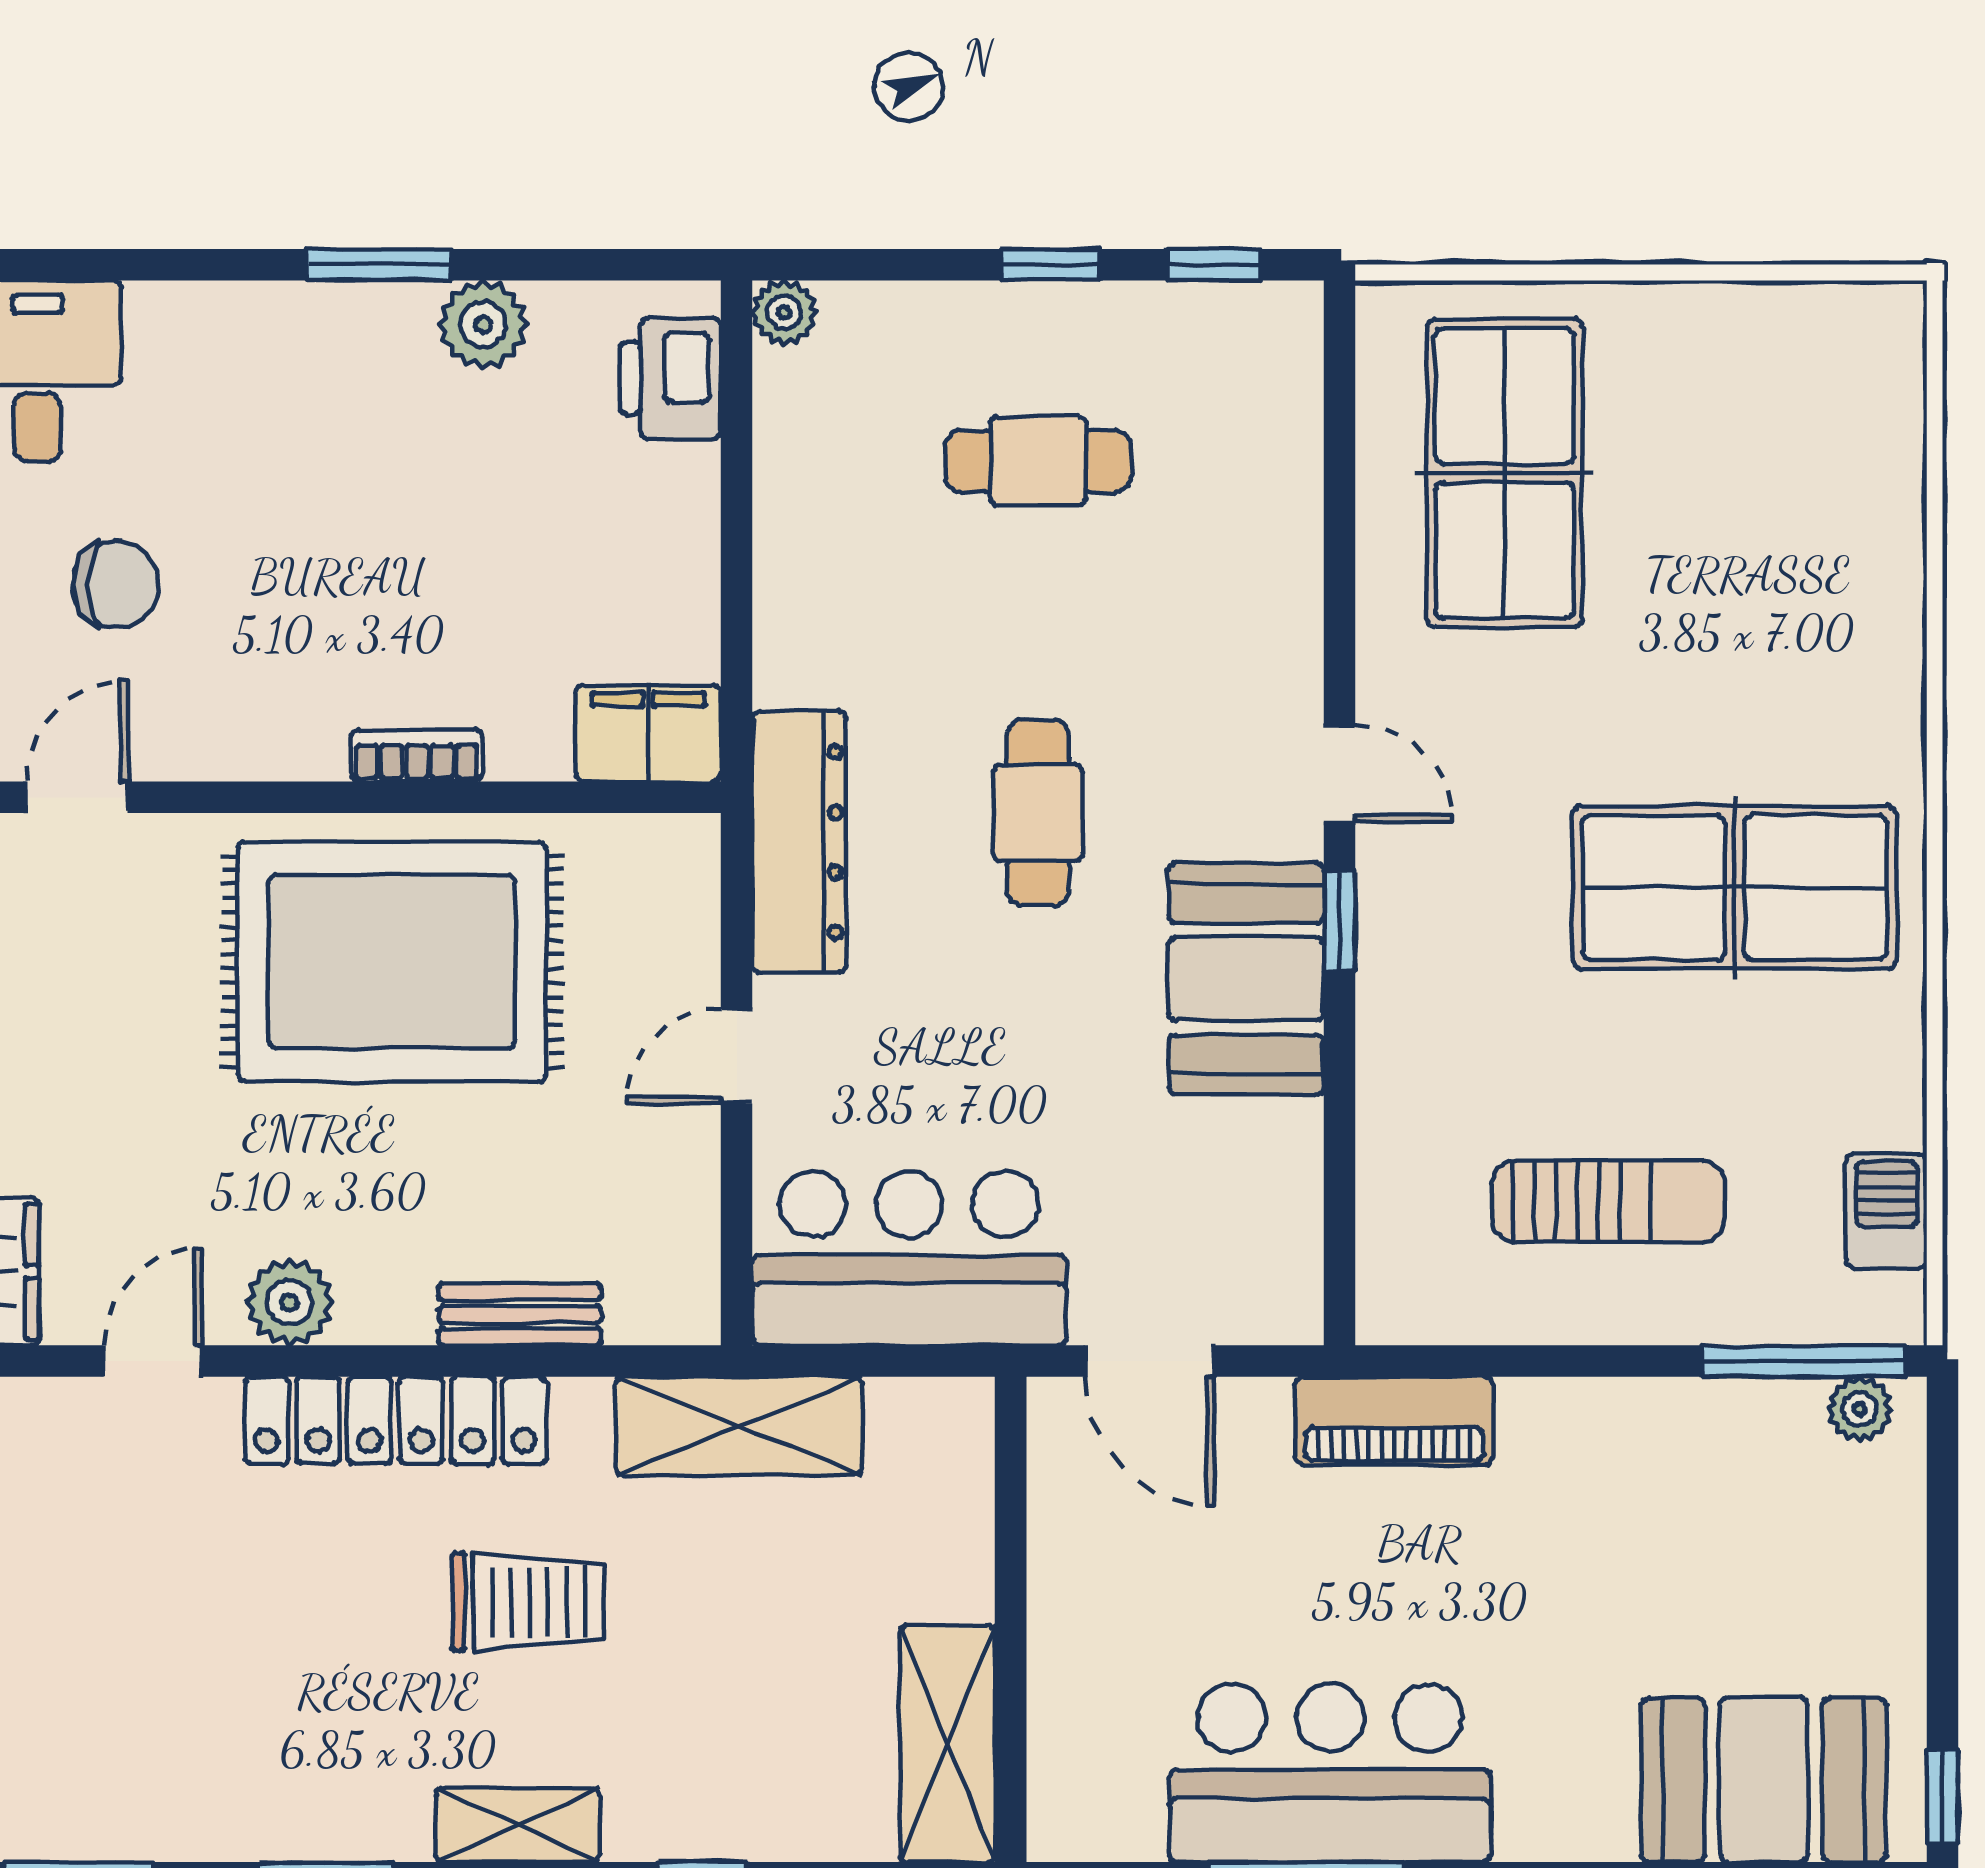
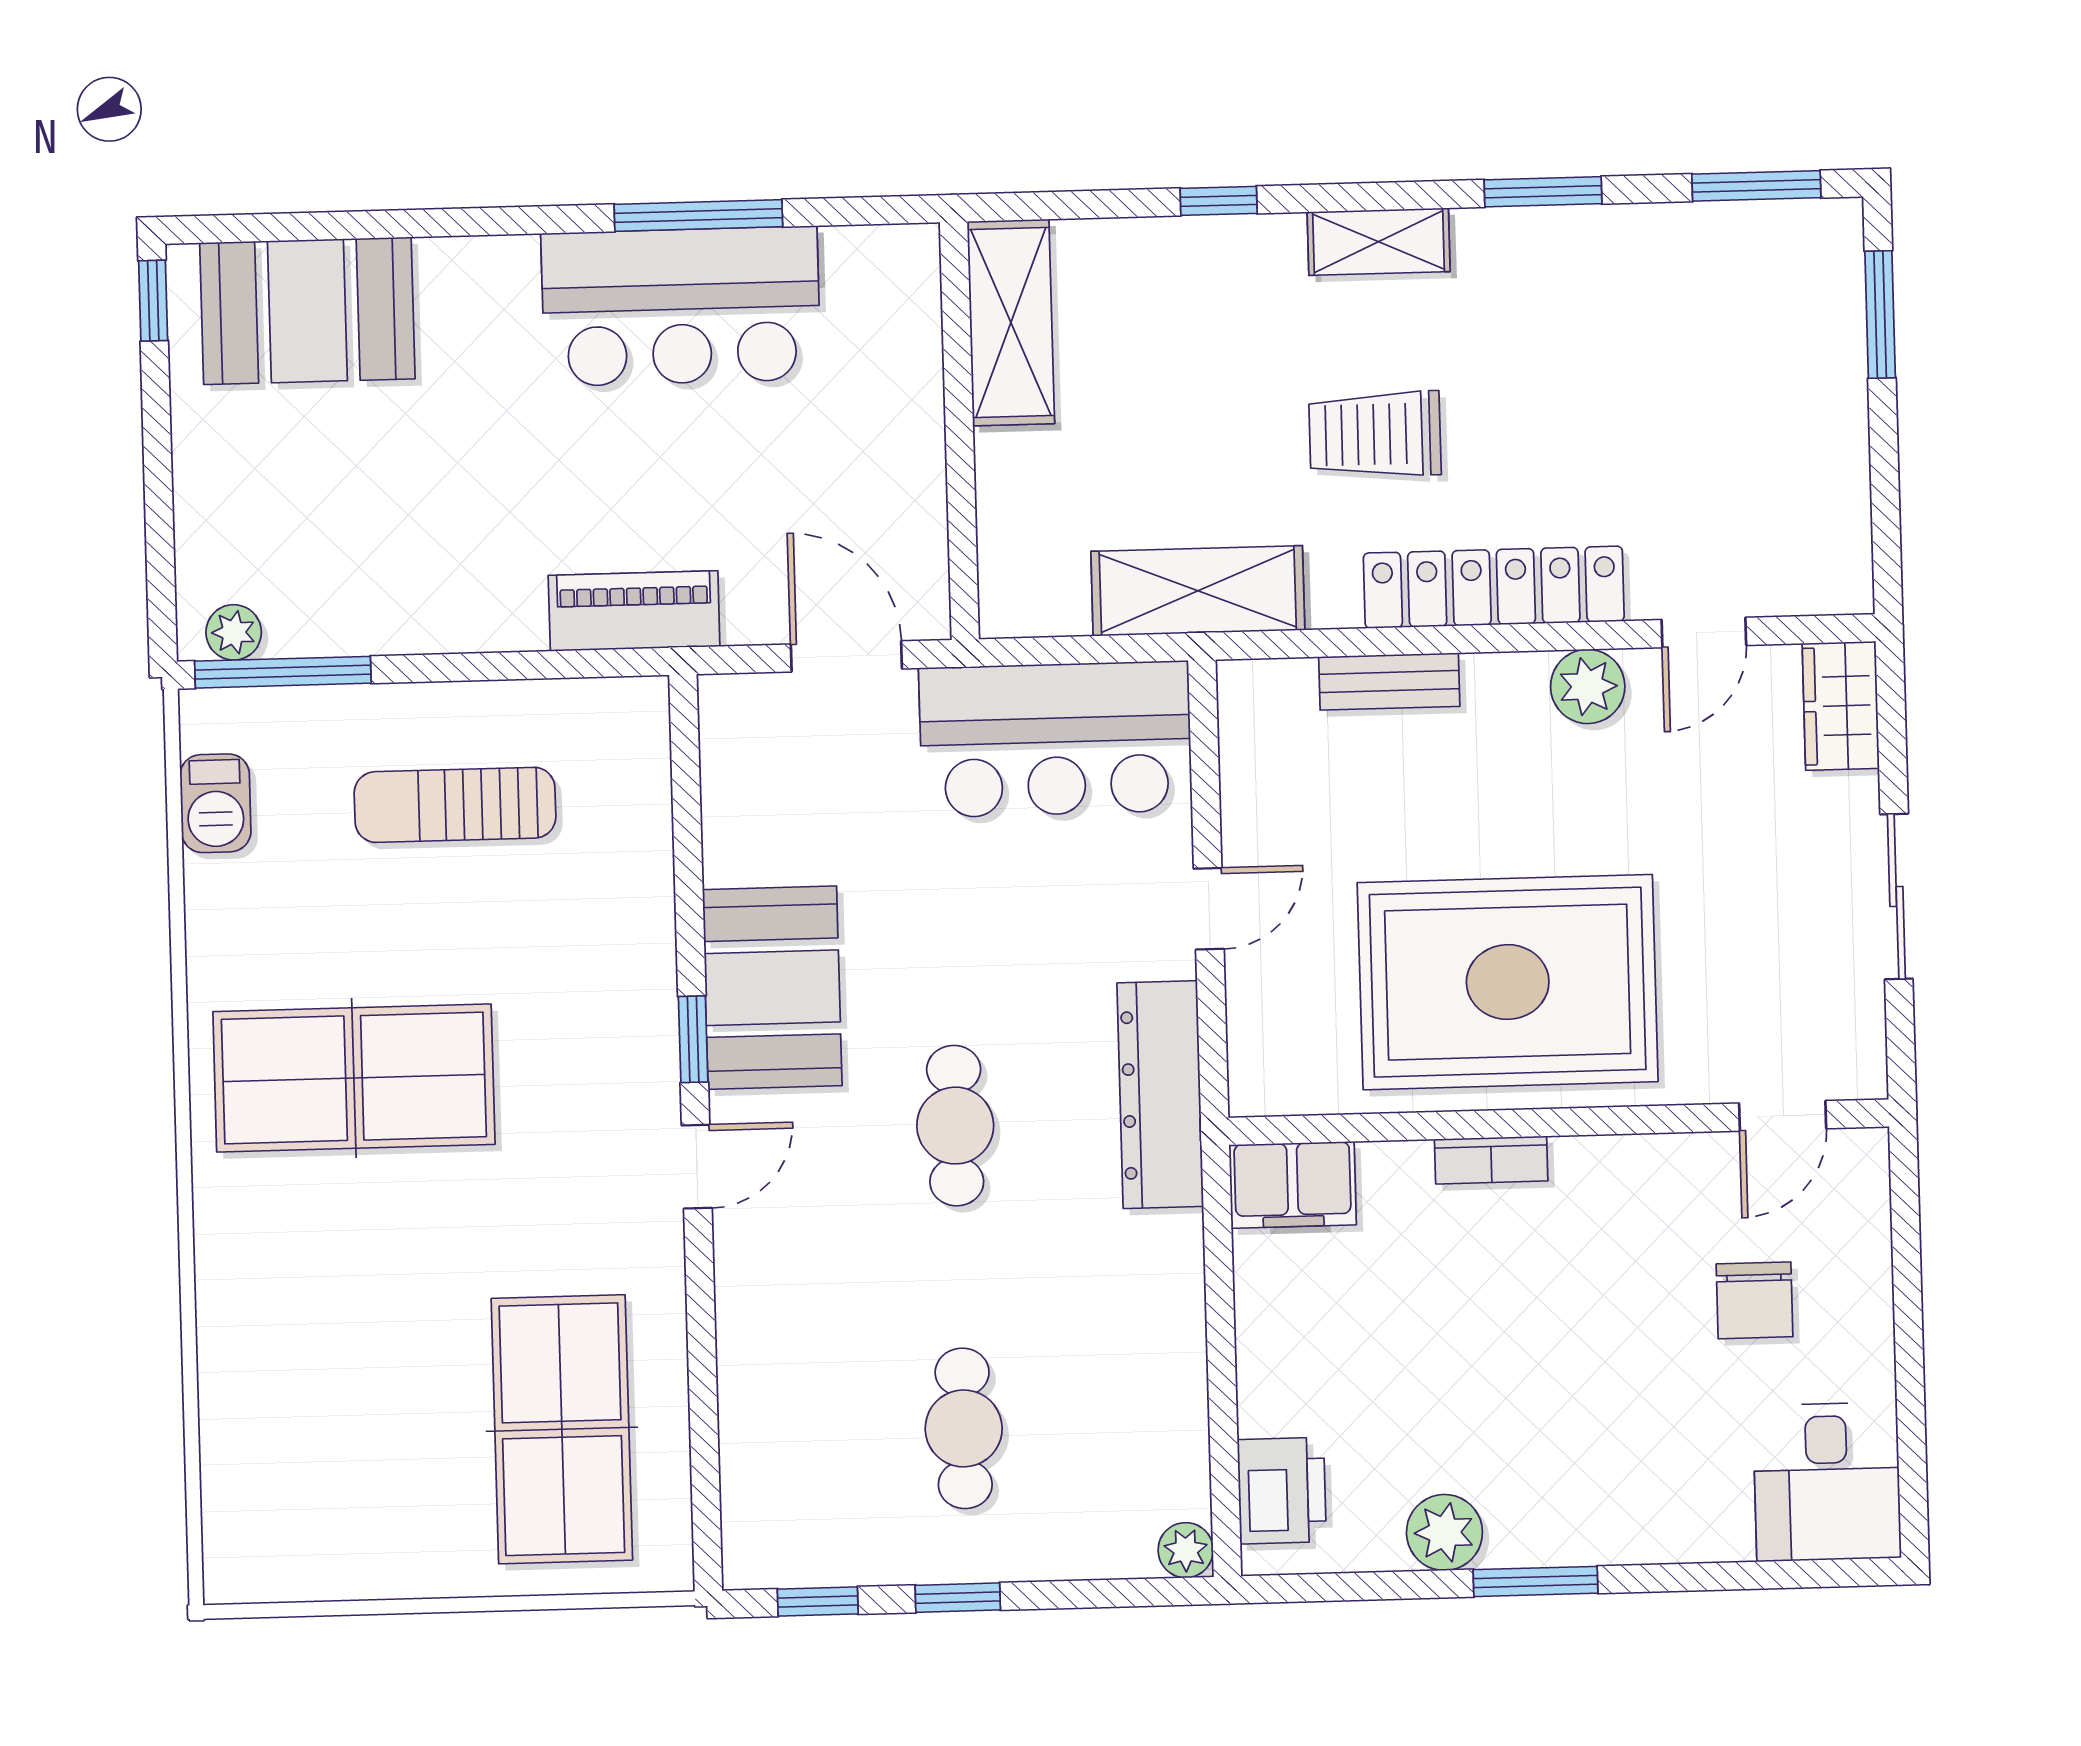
cafe table: (1038, 461) -> (964, 1428), turned 90
chair: (116, 584) -> (1755, 1300), turned -90
door: (1340, 773) -> (697, 1167), swing flipped

